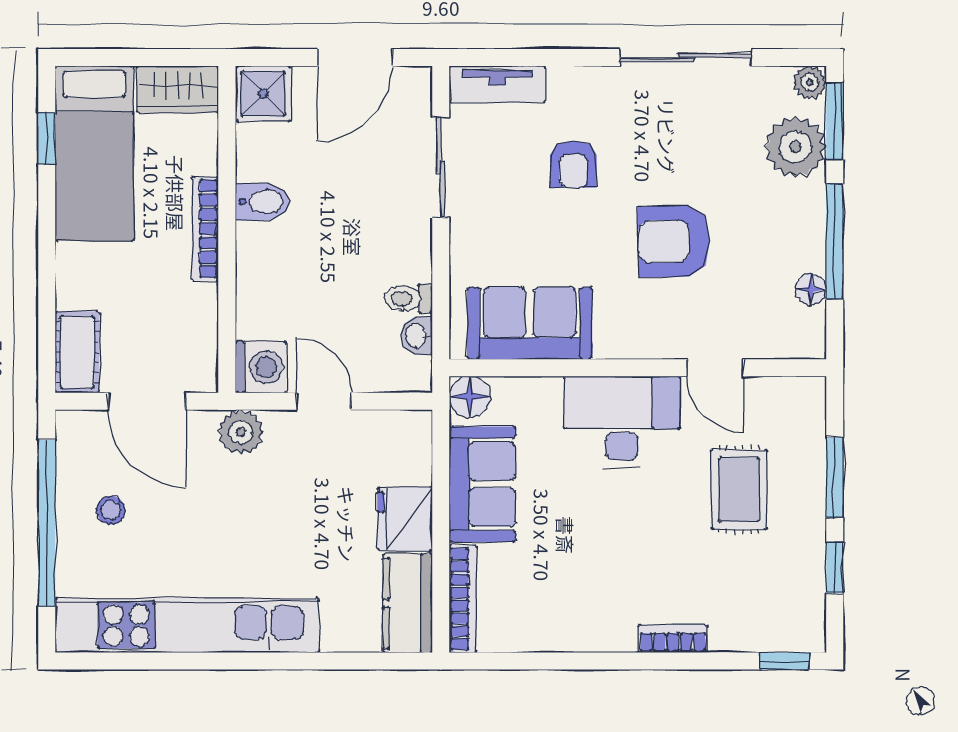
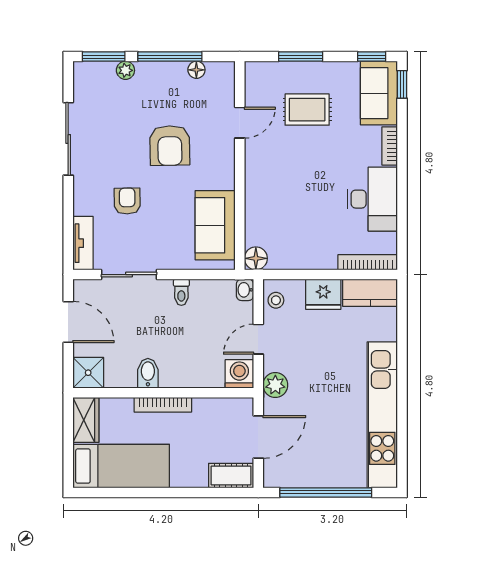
plant: (810, 82) -> (82, 70), removed
window: (47, 138) -> (113, 492), removed
plant: (795, 147) -> (125, 70), width x0.53, depth x0.53
armchair: (573, 164) -> (127, 201), turned -91
toilet: (409, 298) -> (181, 292), moved
washbasin: (417, 336) -> (245, 290), moved, turned 90
desk: (622, 422) -> (372, 199), moved, turned 180
sofa: (482, 484) -> (379, 93), moved, turned -90
stool: (111, 510) -> (276, 300), moved
window: (835, 567) -> (372, 57), moved

